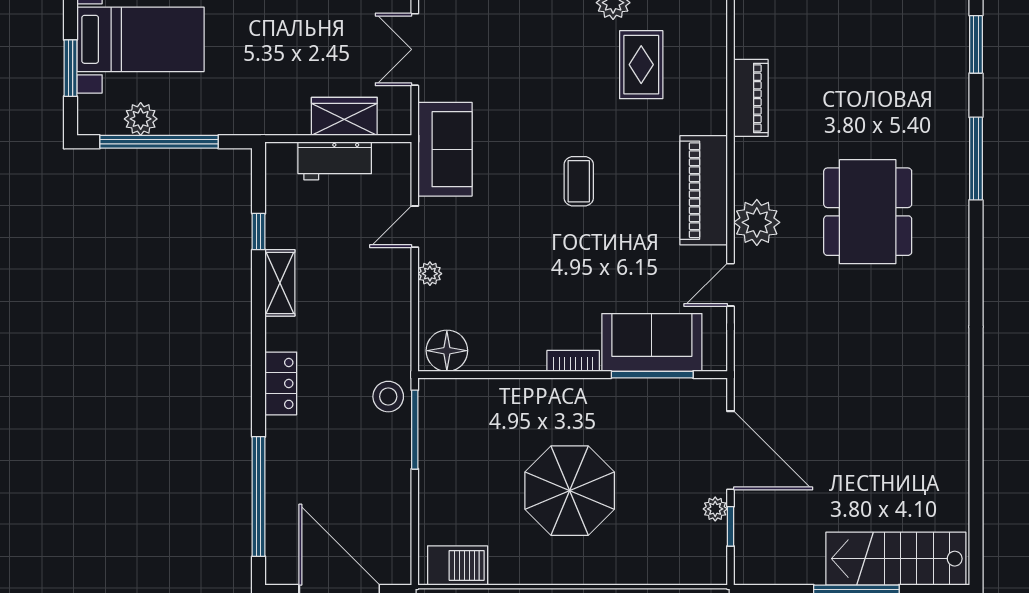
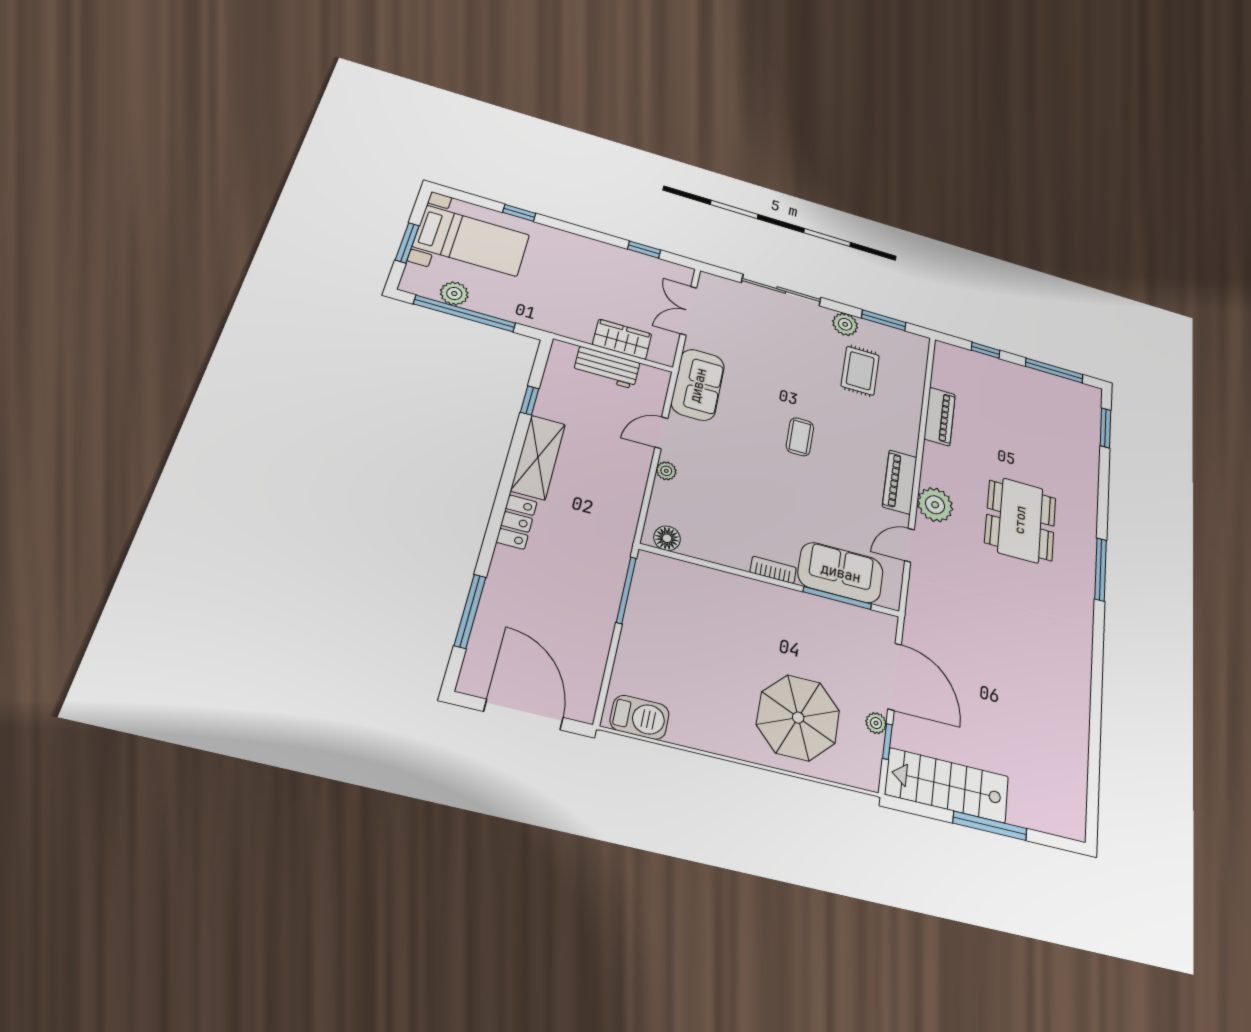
window: (976, 159) -> (1101, 569), moved
piano: (704, 190) -> (900, 482), width x0.73, depth x0.75
shelving: (280, 283) -> (538, 457), width x1.50, depth x1.33
floor lamp: (447, 351) -> (667, 538), width x0.73, depth x0.73
stool: (388, 397) -> (609, 557), removed
parasol: (570, 491) -> (798, 718), moved
window: (259, 497) -> (470, 611), width x0.68
stairs: (896, 559) -> (947, 785), moved

